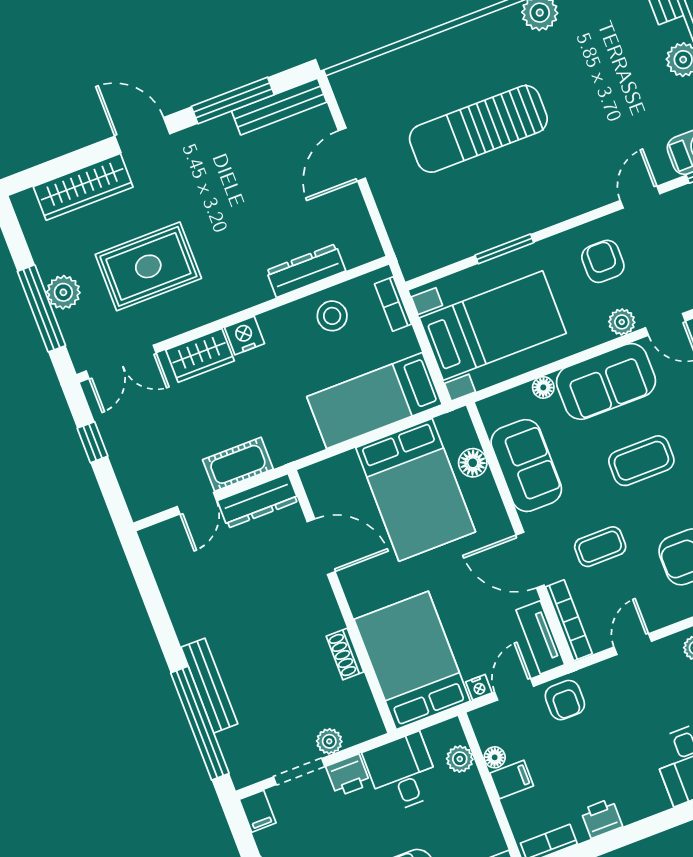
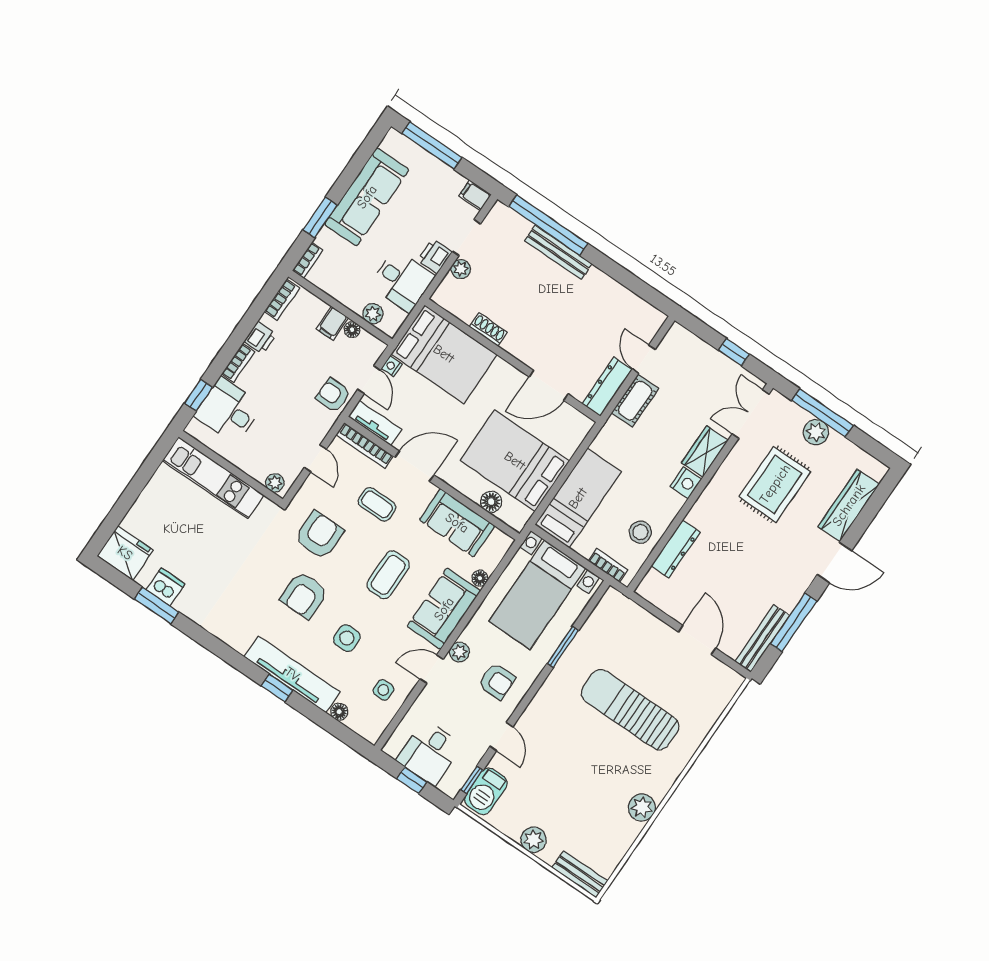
sun lounger: (478, 129) -> (630, 710), turned -90
coffee table: (600, 547) -> (377, 504), turned 90
bookcase: (645, 808) -> (238, 363), added

